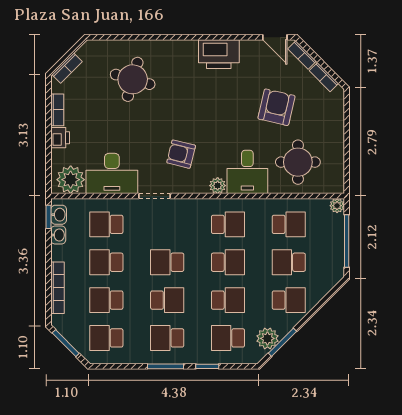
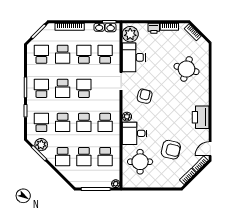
school desk: (289, 262) -> (84, 157), turned 180
school desk: (106, 300) -> (63, 54), turned 180

